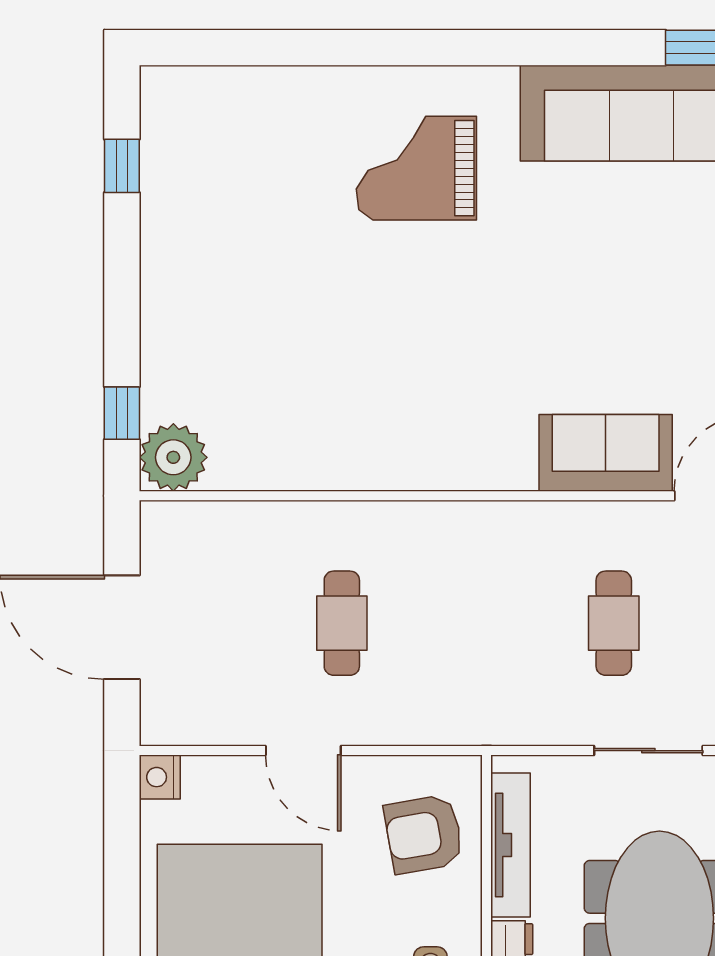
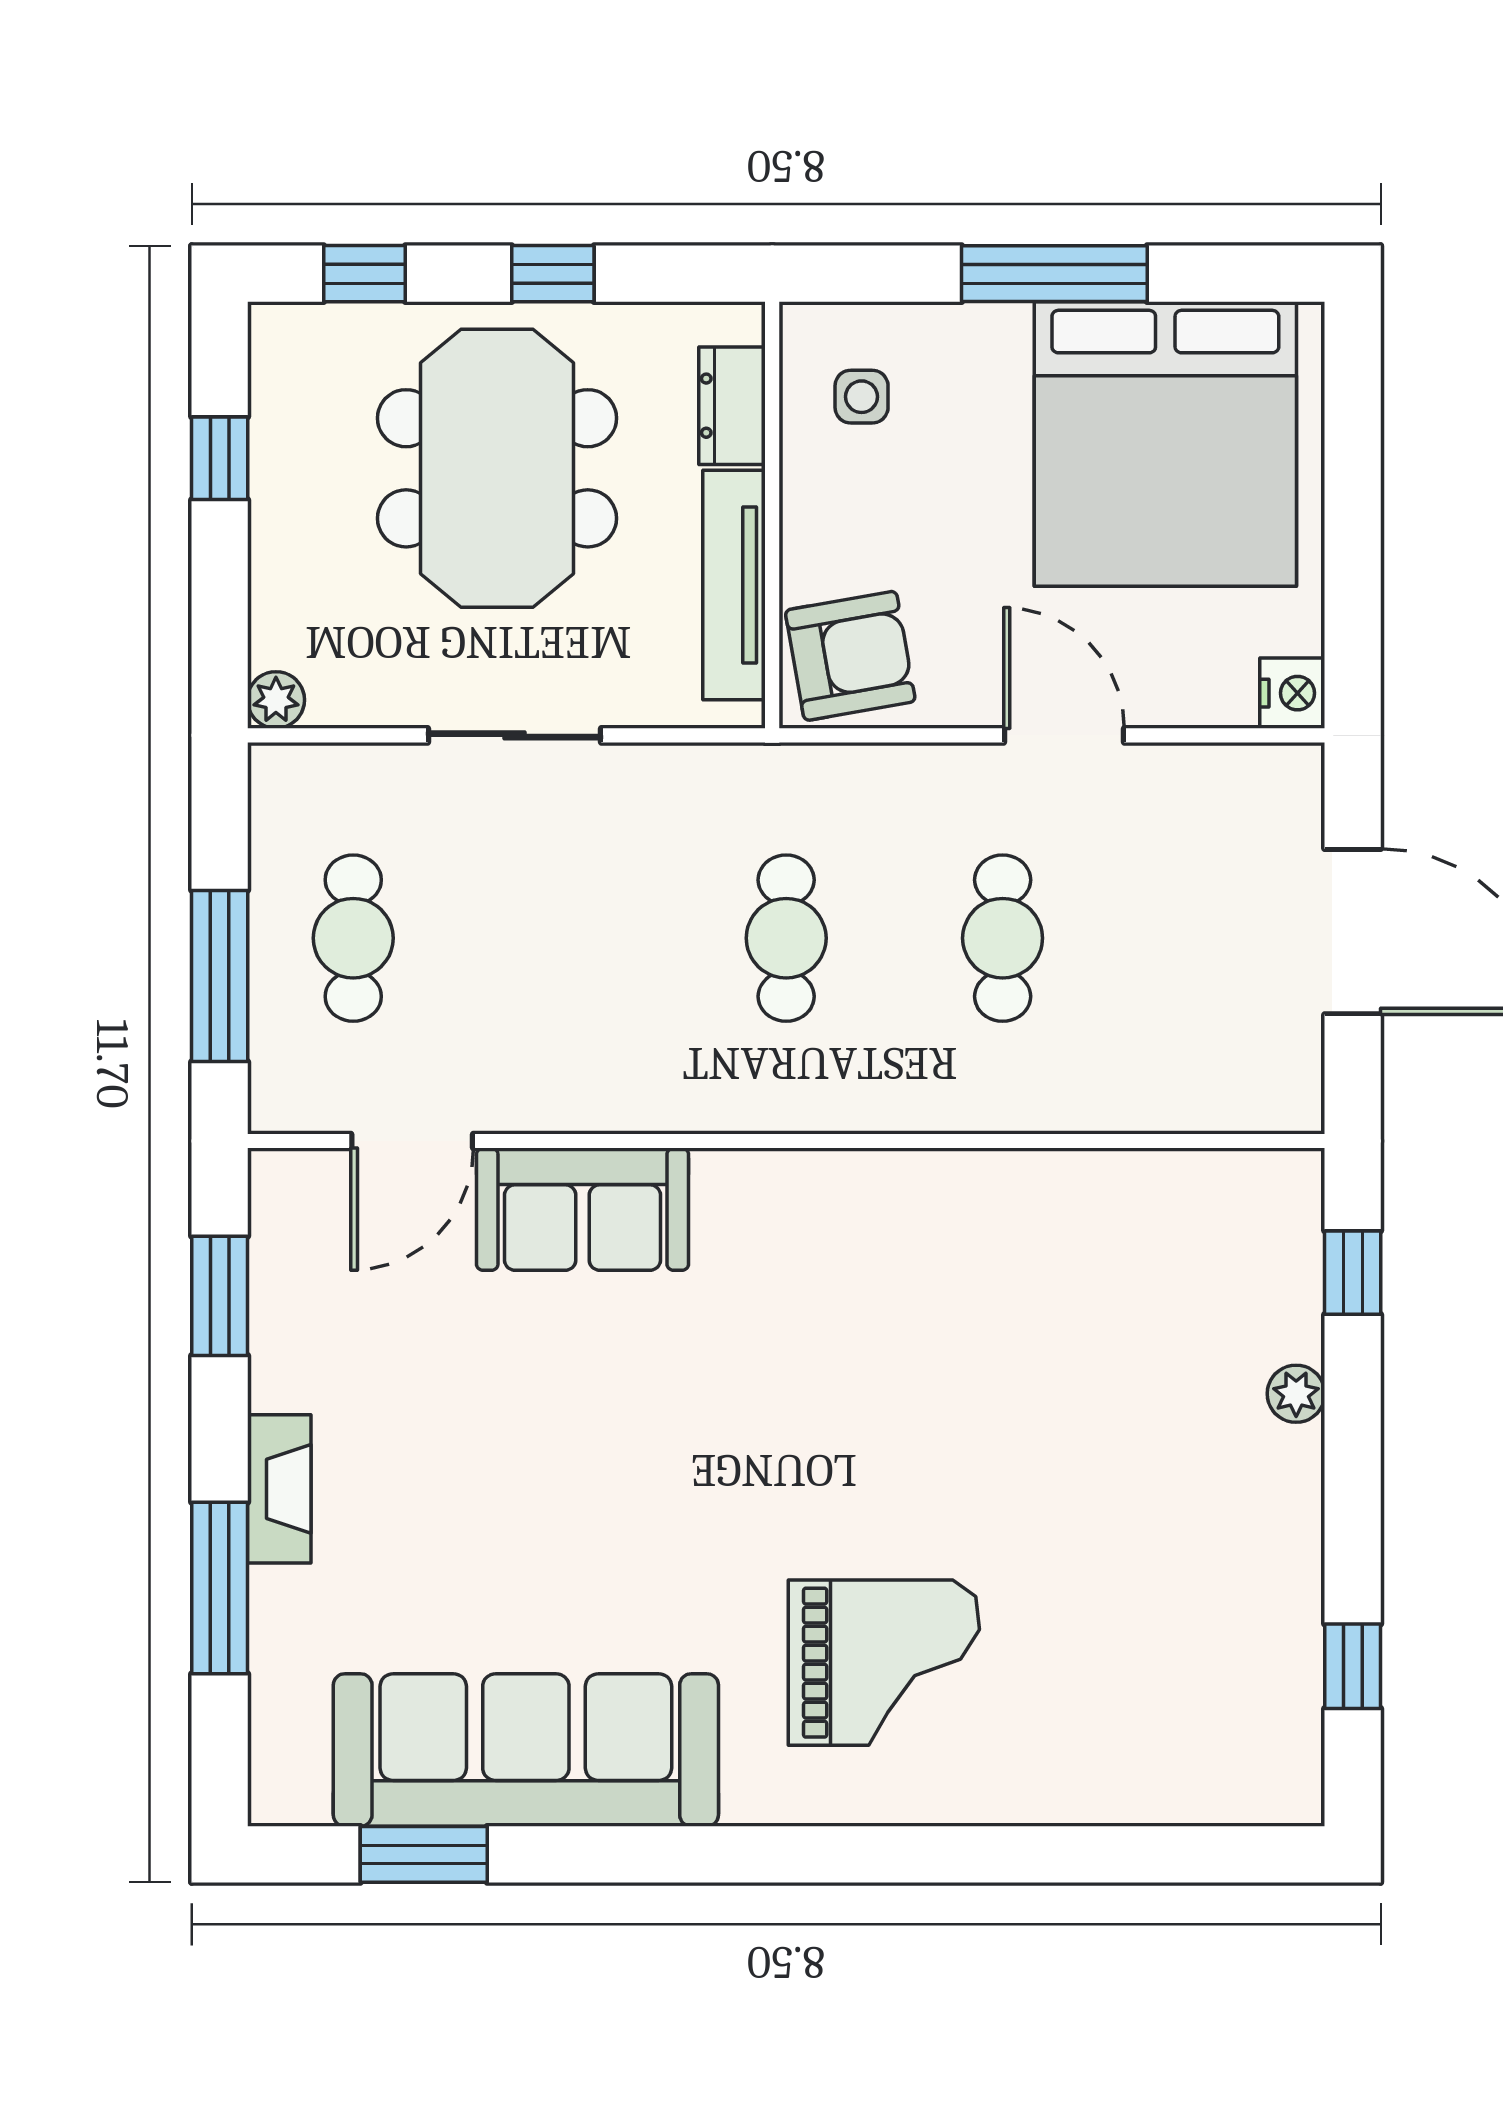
plant: (173, 457) -> (1296, 1394), moved, width x0.53, depth x0.53
cafe table: (614, 623) -> (786, 938), moved
armchair: (424, 834) -> (850, 656), moved

